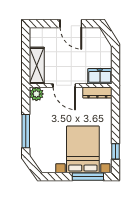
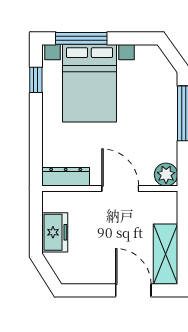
door: (71, 24) -> (133, 290), moved
shelving: (37, 65) -> (165, 254), moved
freezer: (100, 76) -> (55, 232), moved, turned -90

